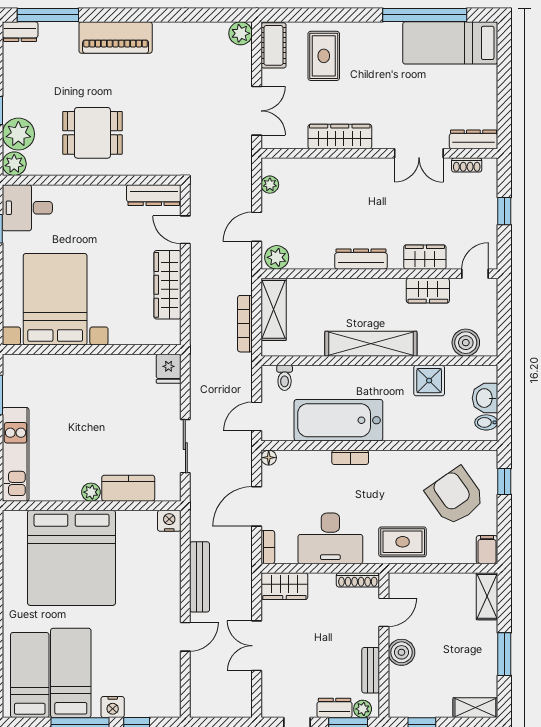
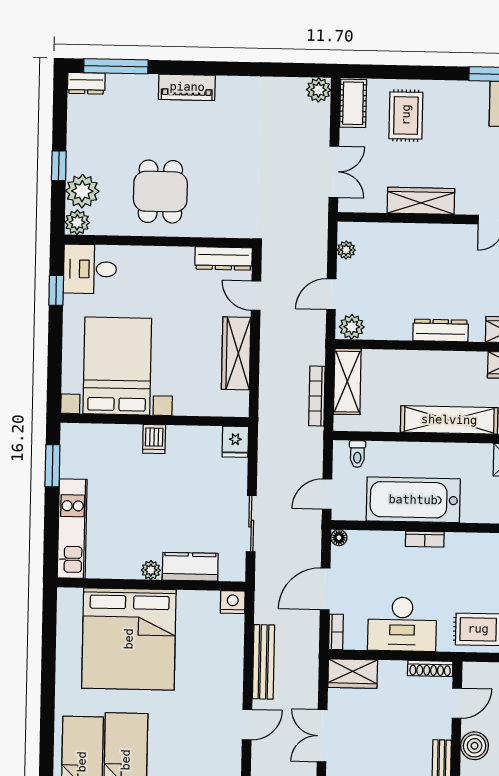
piano: (116, 37) -> (187, 87), width x0.73, depth x0.75
dining table: (92, 133) -> (160, 192), turned 90
dishwasher: (91, 368) -> (154, 439), added

